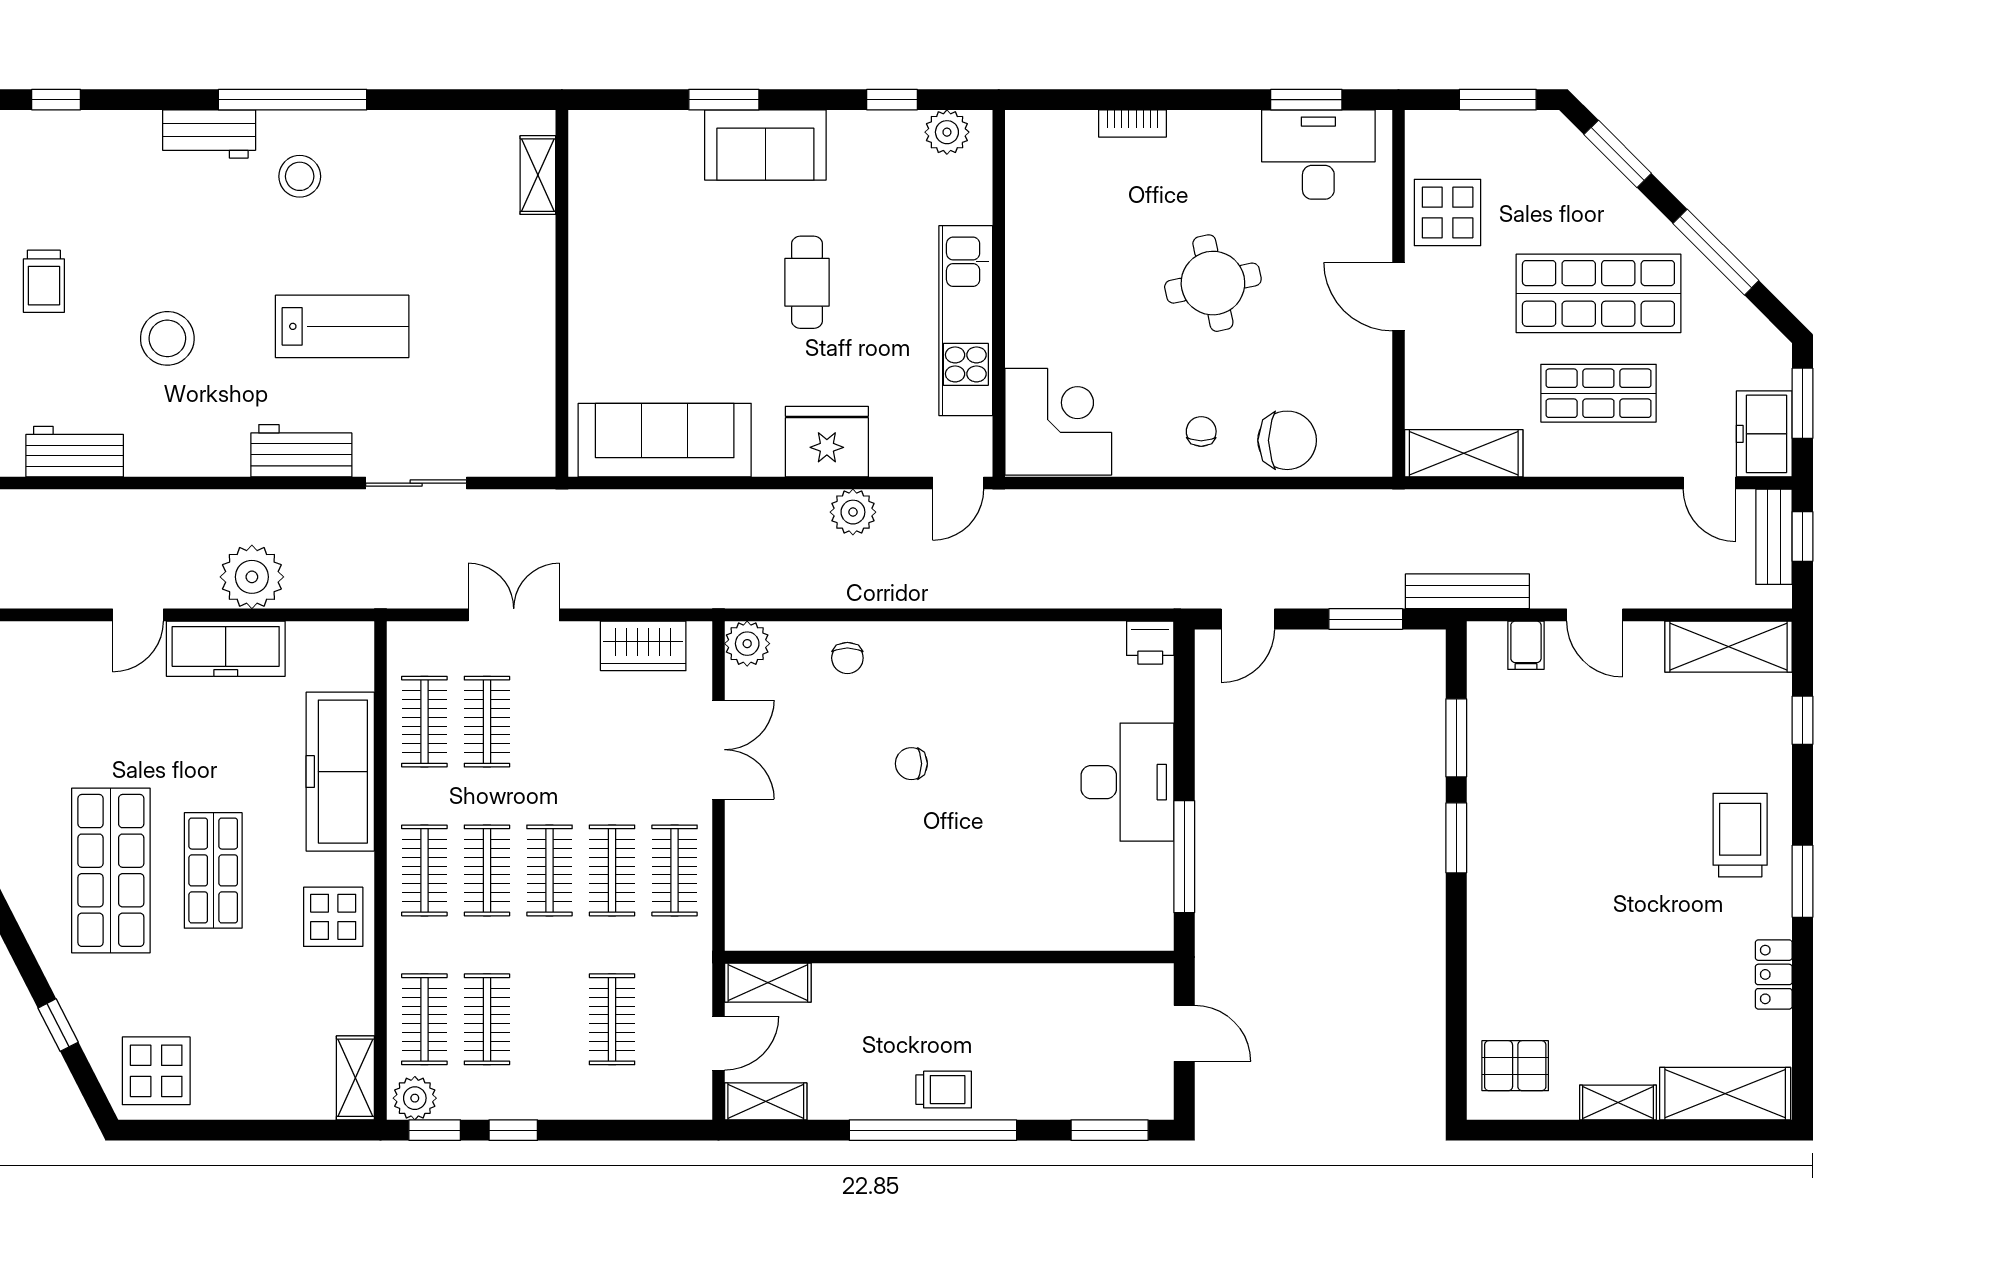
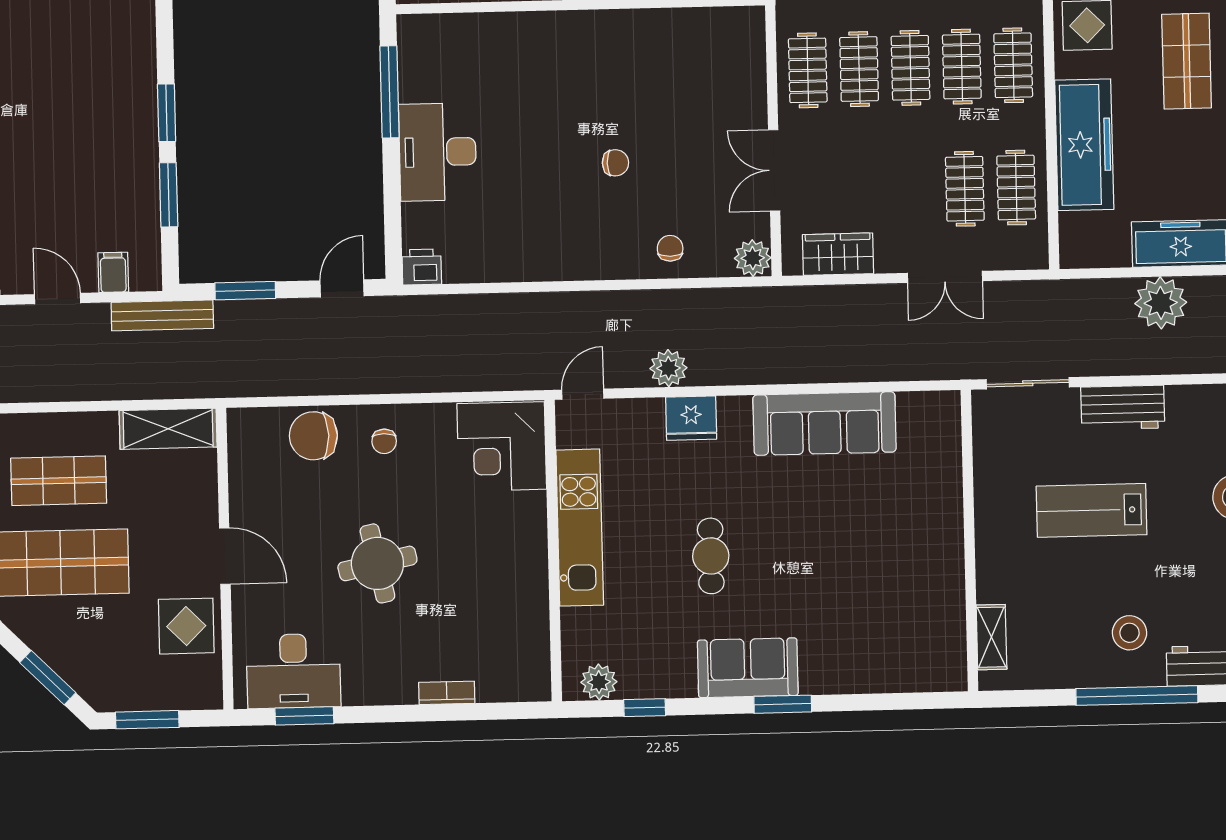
shelving: (538, 175) -> (991, 637), moved
wall: (562, 293) -> (969, 540), moved
fridge: (827, 442) -> (691, 418), width x0.73, depth x0.75

